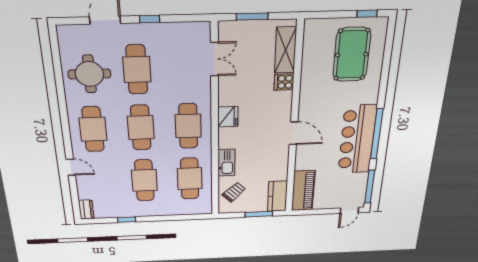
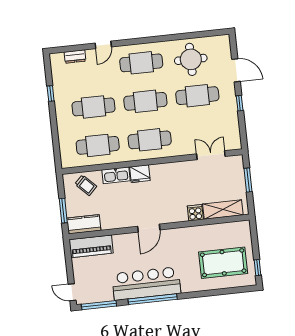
double door: (214, 59) -> (211, 155), swing flipped
fridge: (228, 117) -> (140, 174), moved
dresser: (86, 209) -> (75, 57), moved

